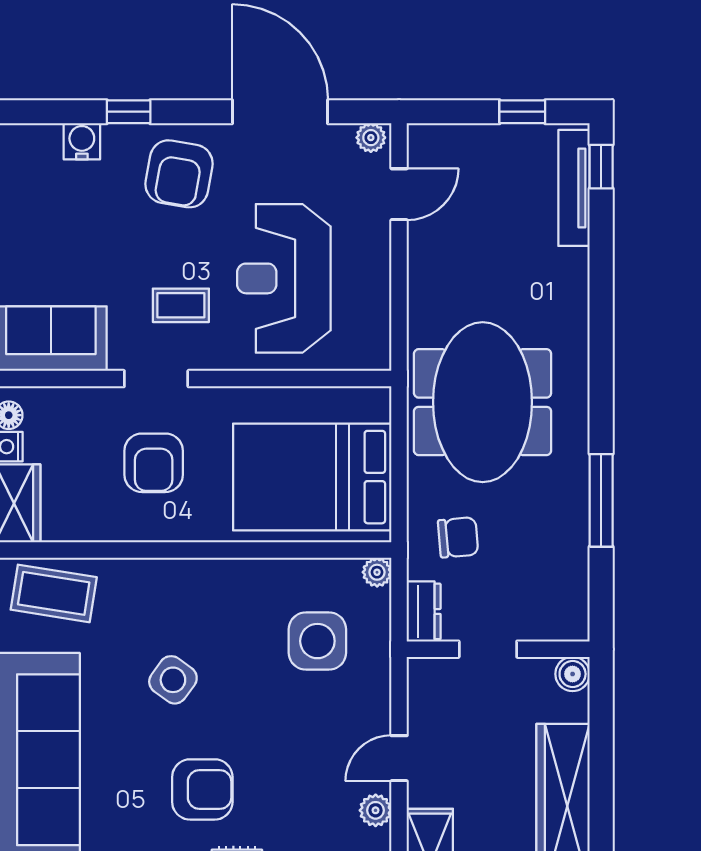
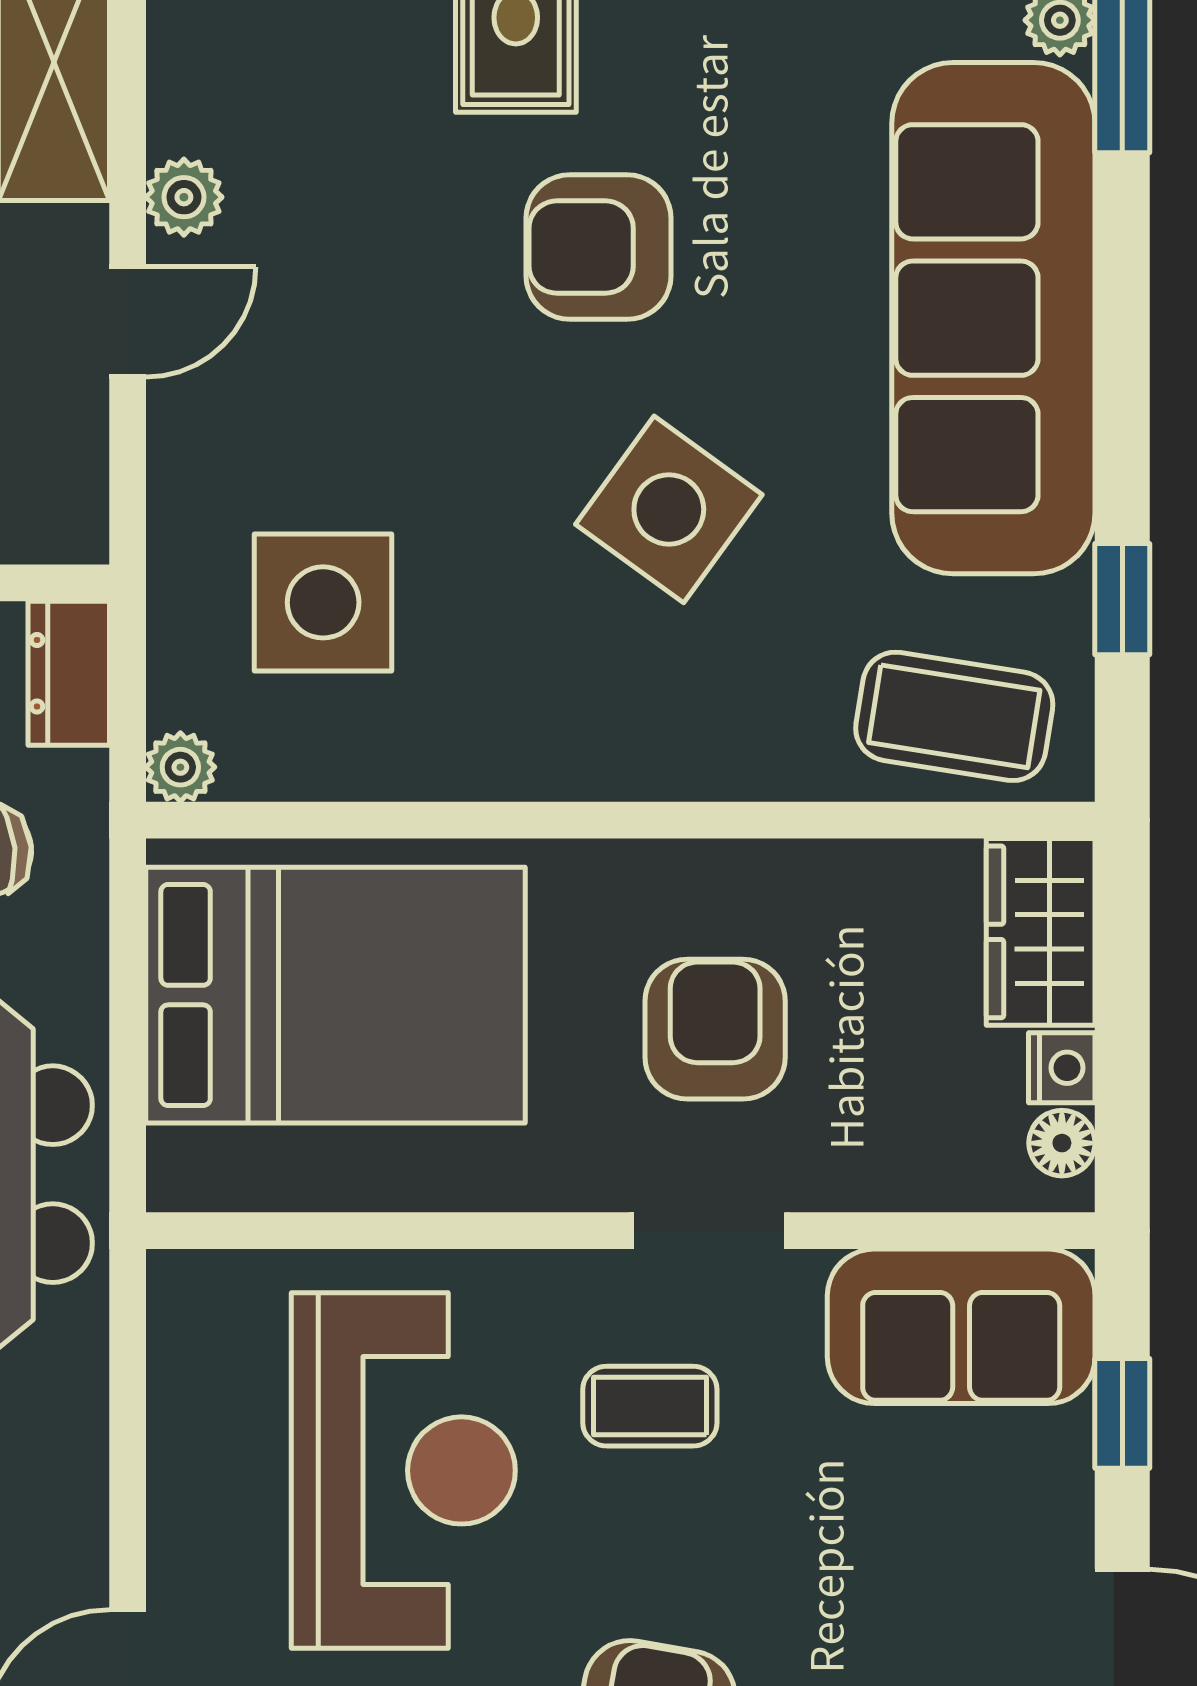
side table: (173, 680) -> (669, 509), width x1.37, depth x1.37

